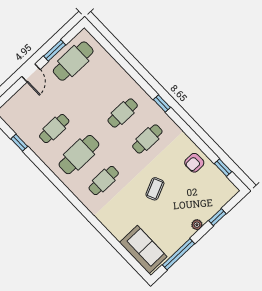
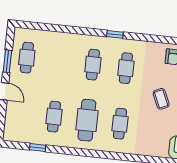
cafe table: (73, 61) -> (27, 58), width x0.73, depth x0.74

